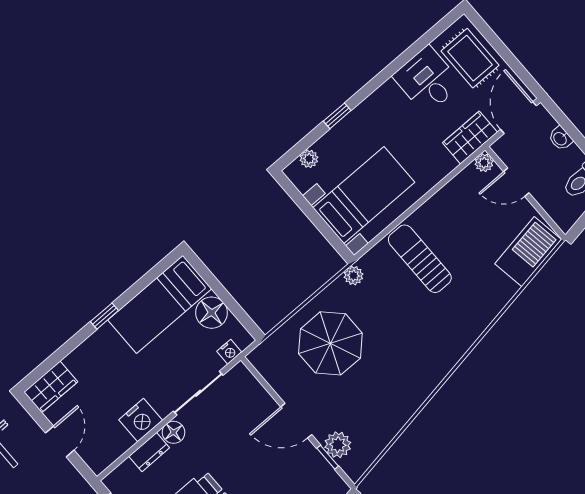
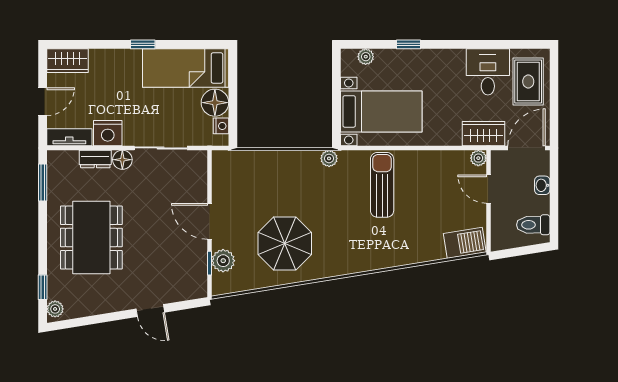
barbecue: (528, 252) -> (465, 243), width x0.73, depth x0.83
parasol: (330, 343) -> (285, 244), moved
nightstand: (229, 352) -> (221, 126), moved, turned -90
tv unit: (110, 453) -> (69, 137), added

